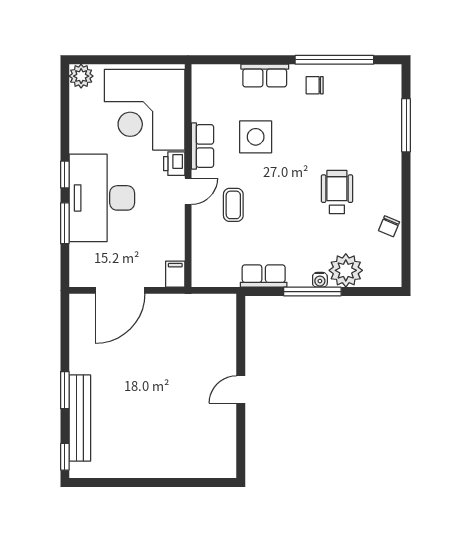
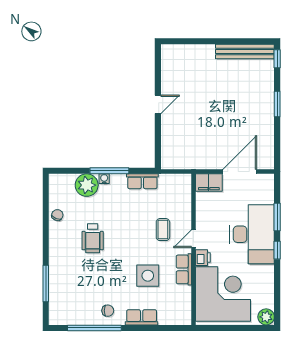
filing cabinet: (175, 274) -> (209, 183), width x2.00
bench: (80, 418) -> (245, 52), moved, turned 90

